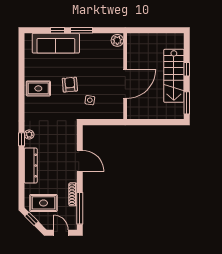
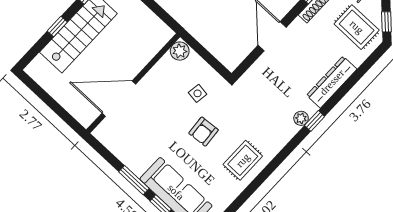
plant: (117, 40) -> (180, 51), moved
door: (125, 84) -> (119, 99), moved
rug: (38, 88) -> (243, 160), turned 90

